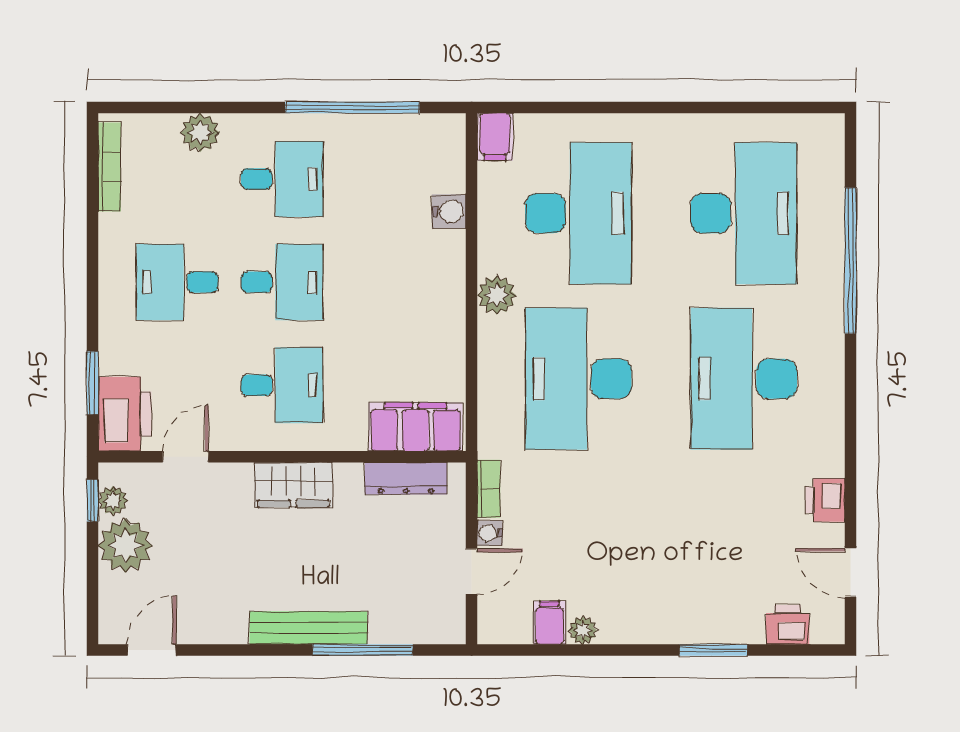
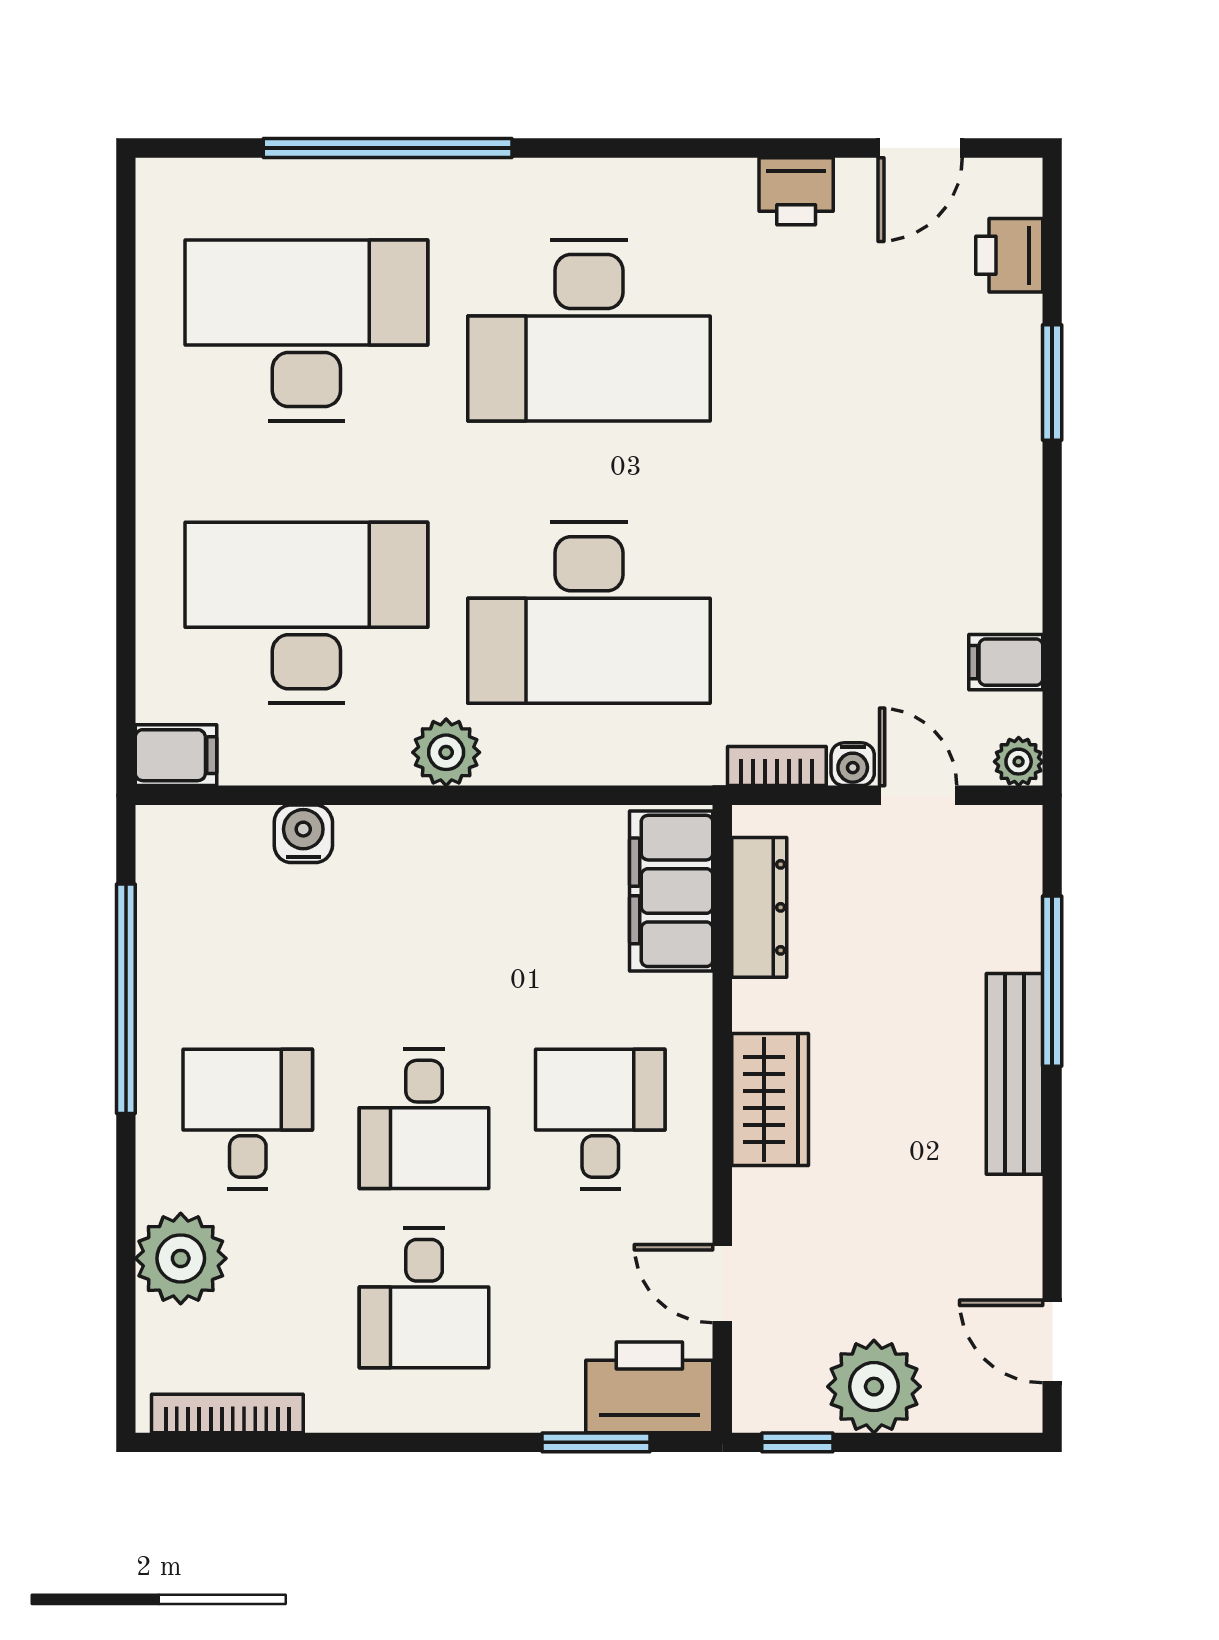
plant: (200, 133) -> (181, 1258), width x1.36, depth x1.36
desk: (282, 282) -> (424, 1119), turned 180
plant: (113, 501) -> (797, 1408), removed
plant: (583, 630) -> (1019, 762), moved

